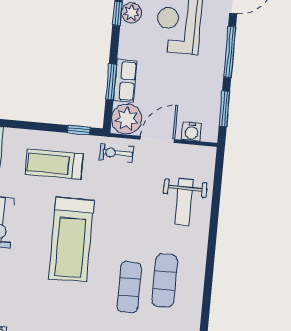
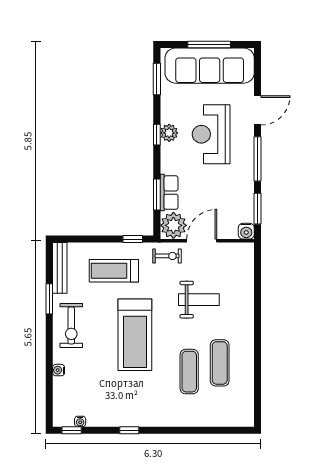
water cooler: (192, 131) -> (246, 231), moved
exercise bike: (116, 153) -> (167, 256), turned 180
weight bench: (184, 202) -> (199, 300), moved, turned -90

